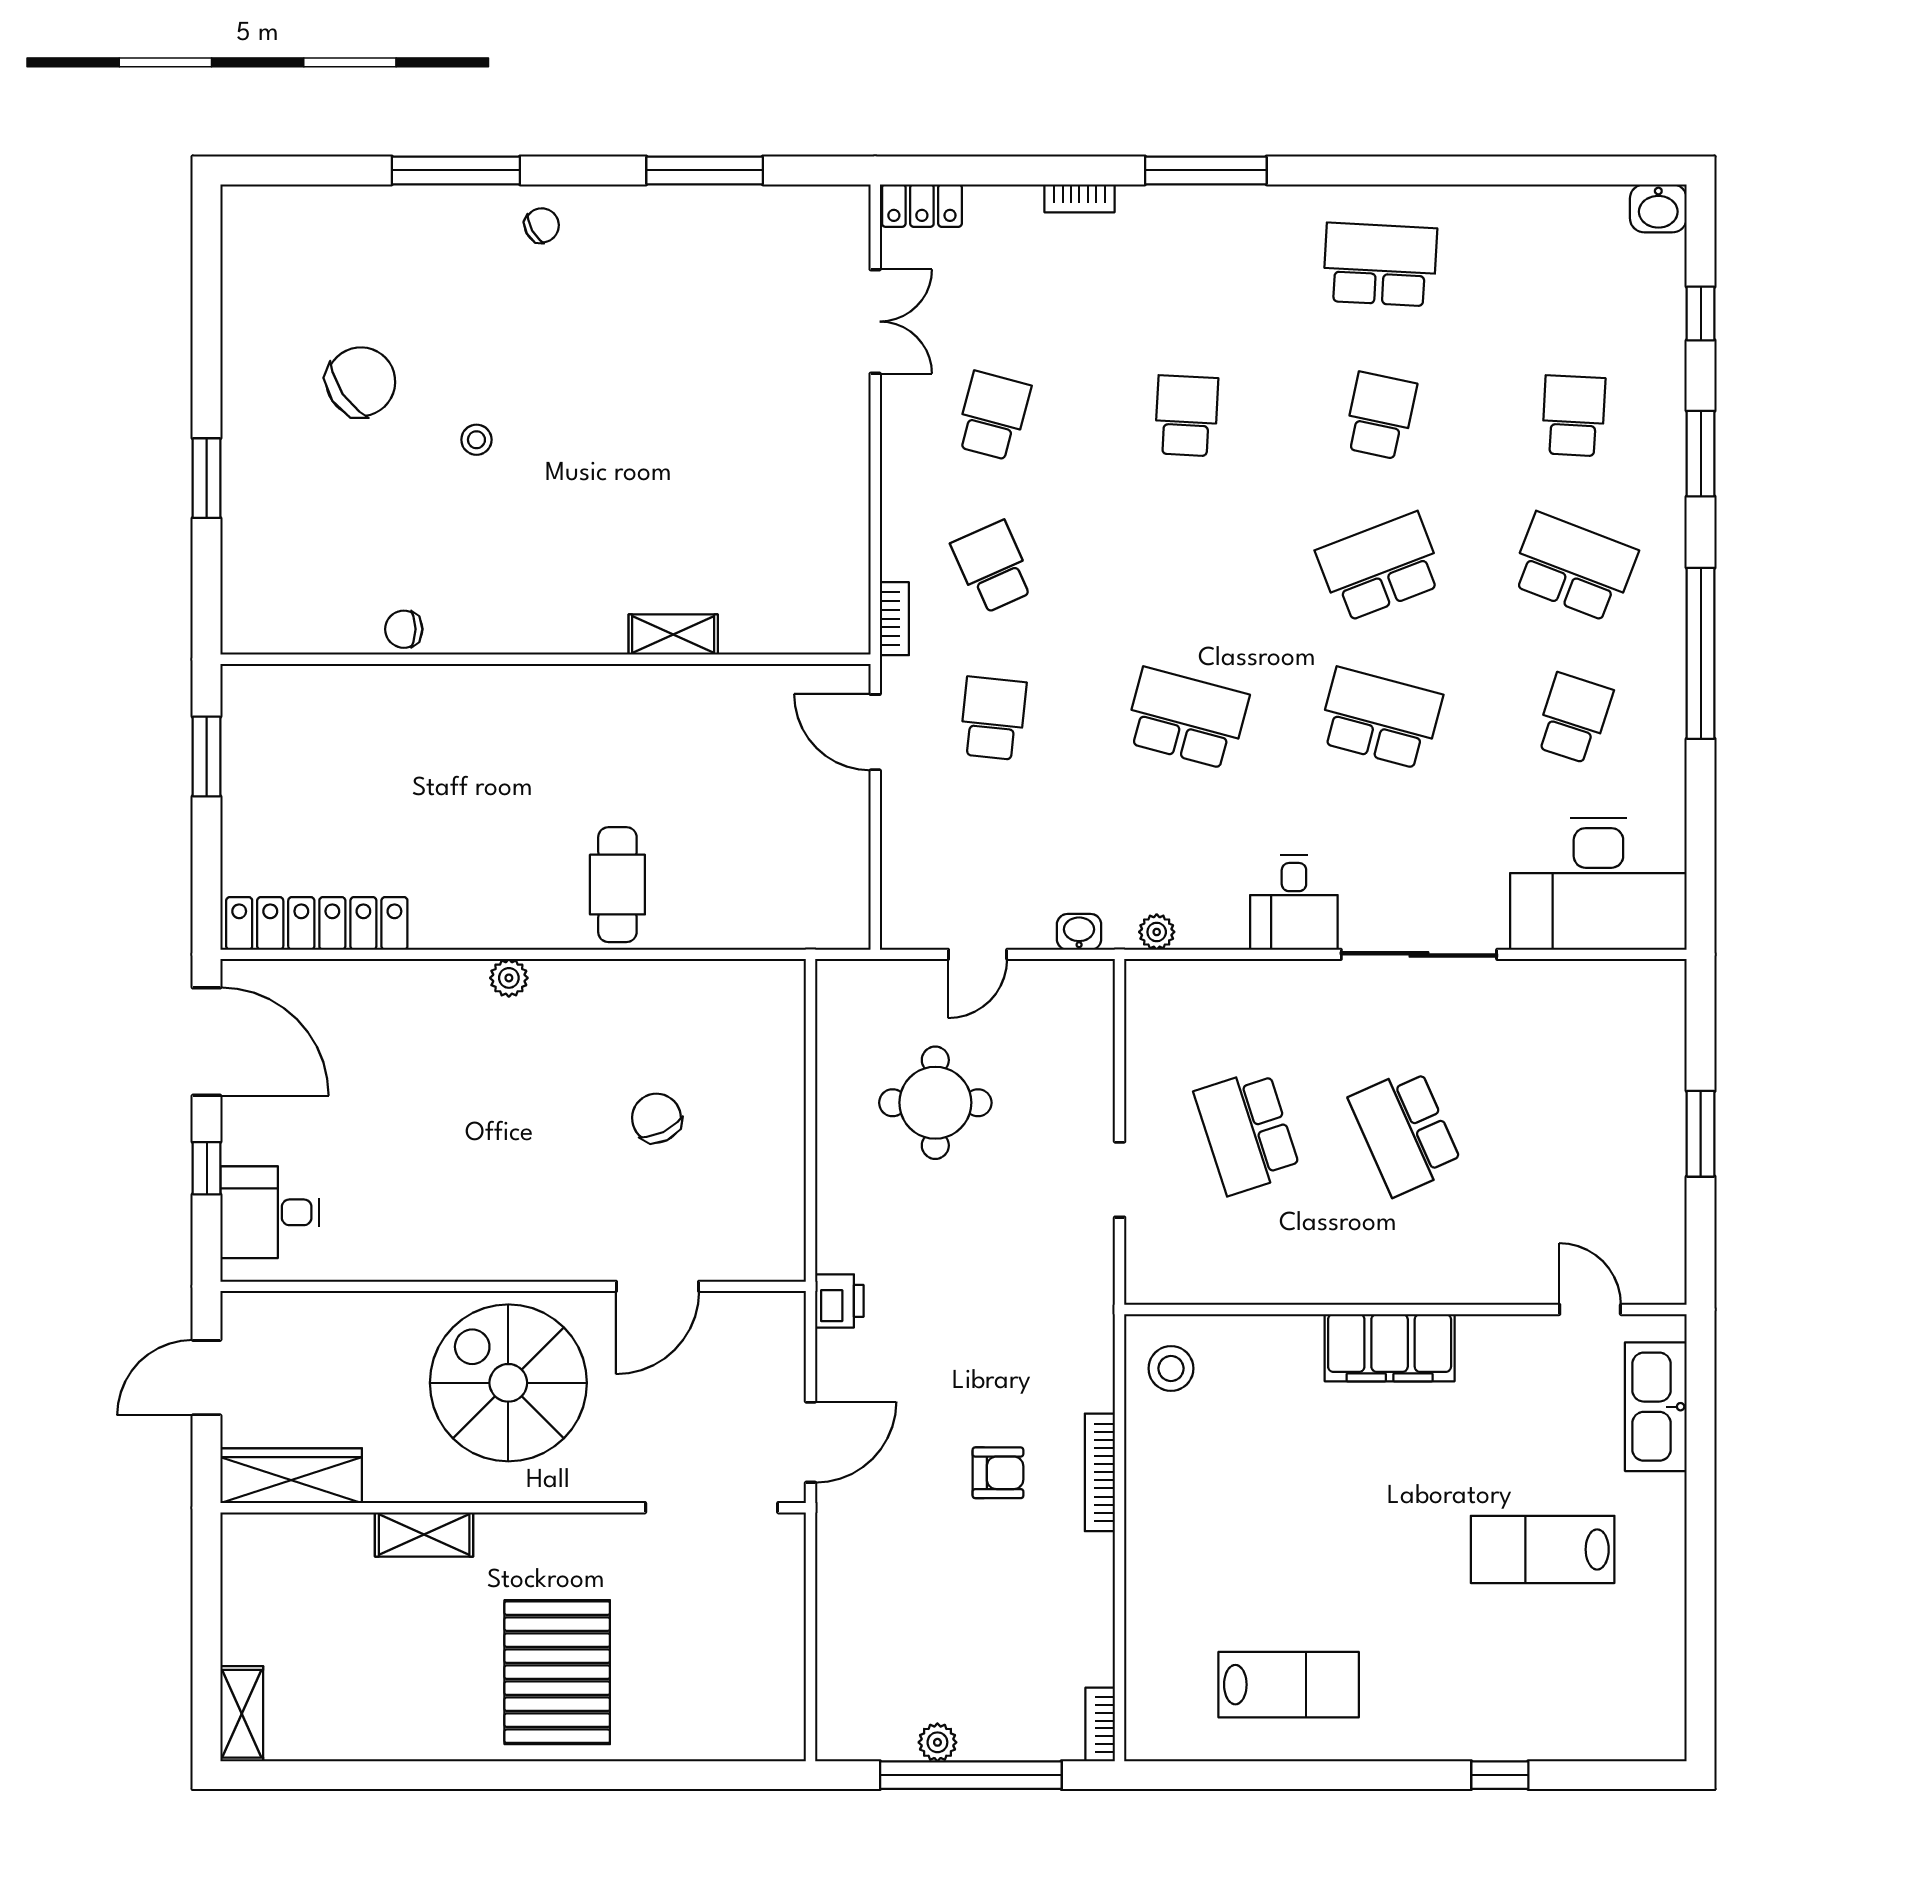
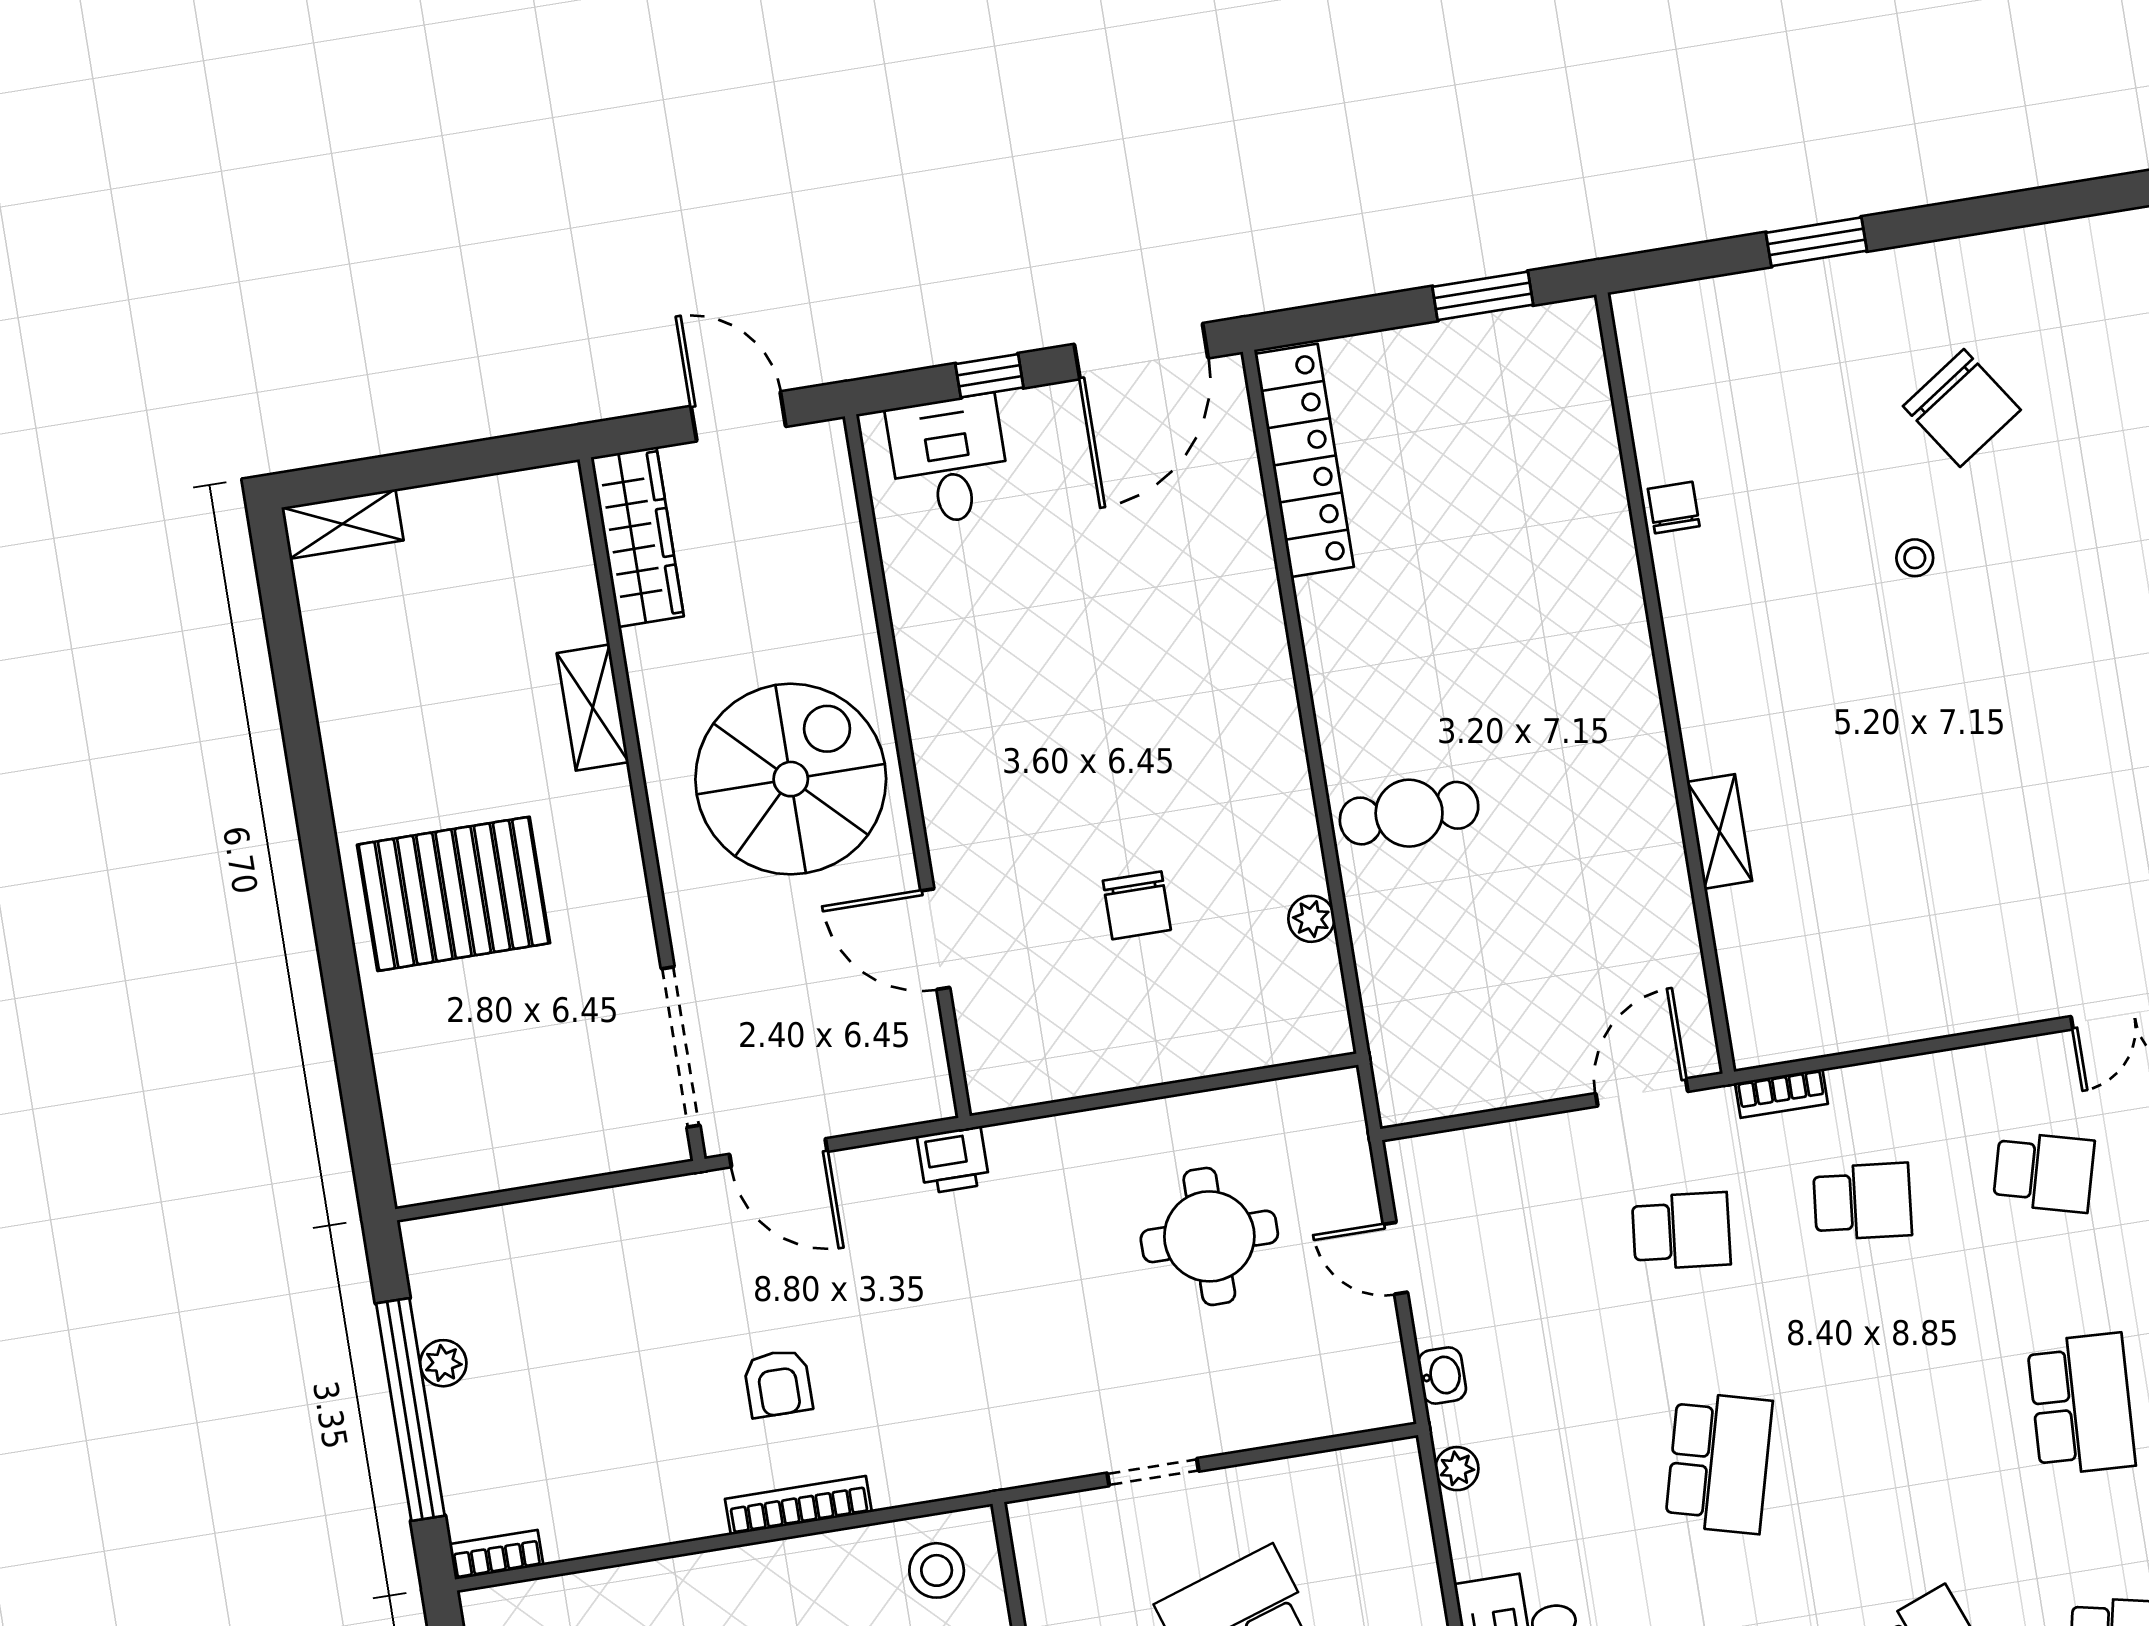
school desk: (1186, 416) -> (2081, 1404), width x1.85
school desk: (993, 567) -> (1863, 1201), turned 30
plant: (509, 978) -> (1311, 919), moved
chair: (657, 1118) -> (1137, 905), turned 116

